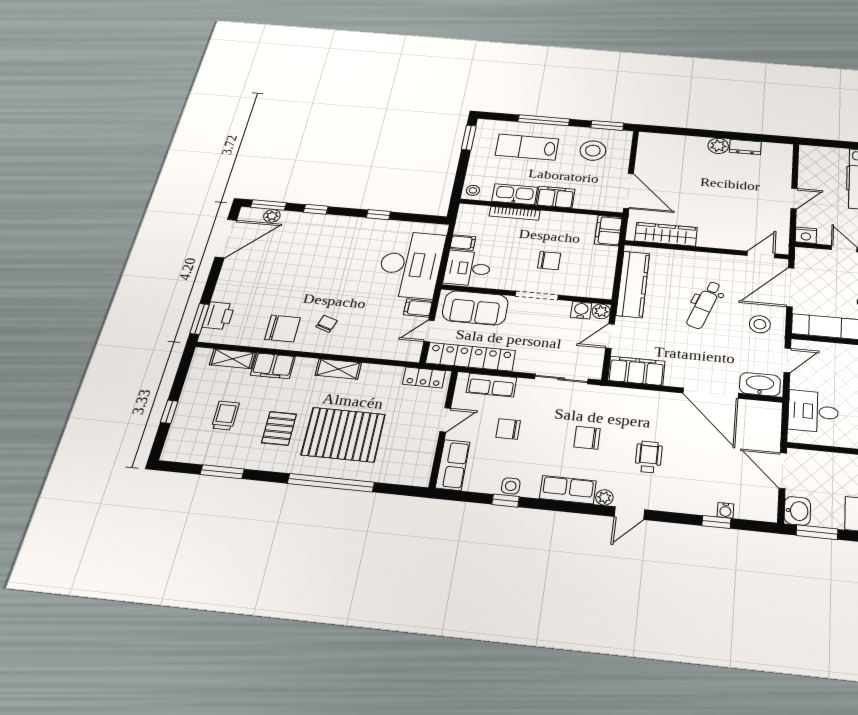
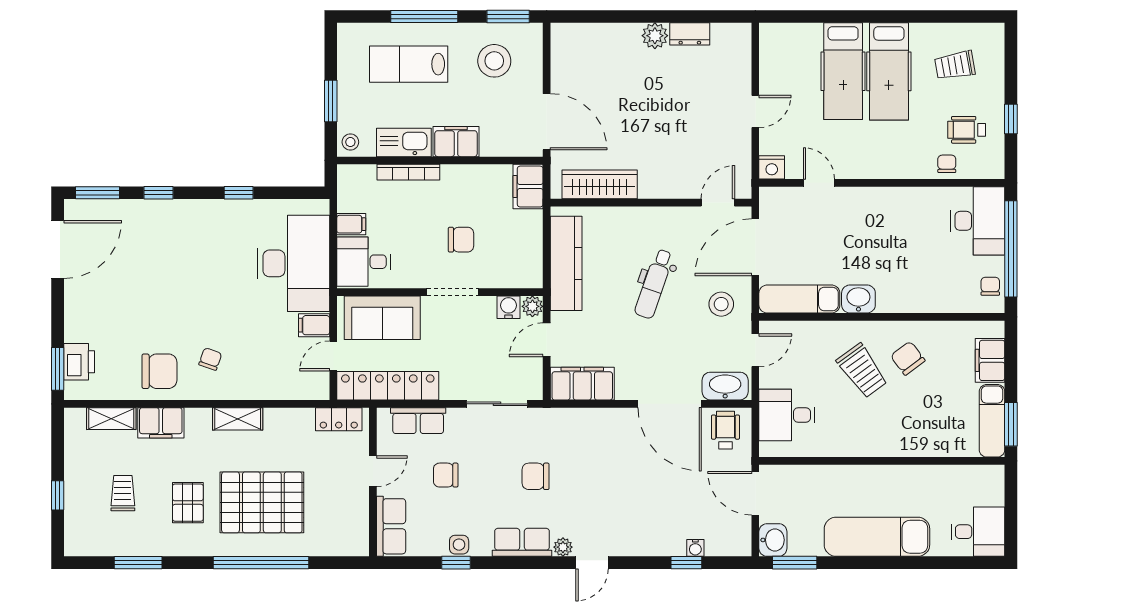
window: (469, 138) -> (331, 101), moved
plant: (272, 216) -> (106, 209), removed
wheelchair: (649, 457) -> (725, 430), moved

